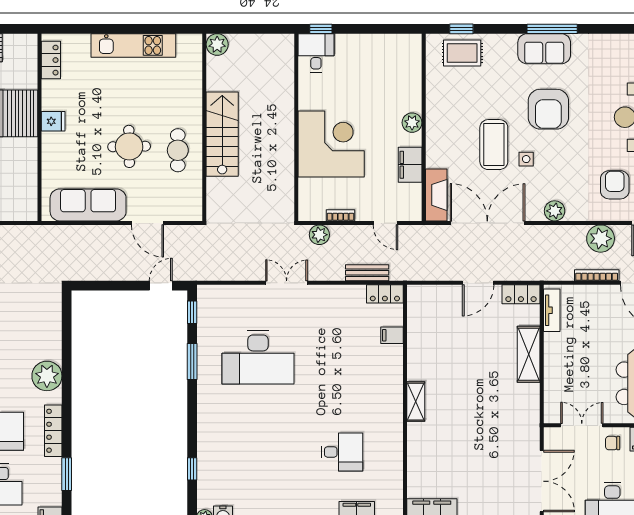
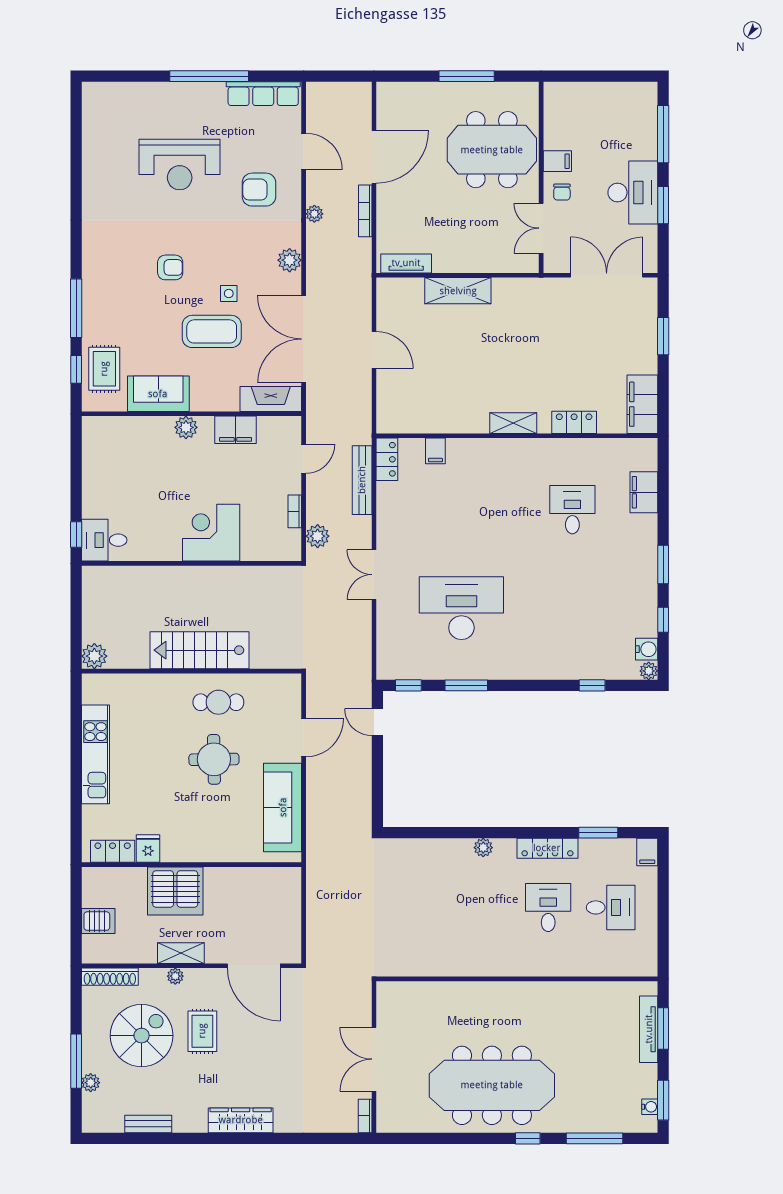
window: (552, 29) -> (76, 308), moved
sofa: (544, 49) -> (158, 394), moved, turned -90
armchair: (548, 109) -> (170, 267), width x0.53, depth x0.53
fridge: (53, 121) -> (148, 849), moved
corner desk: (331, 144) -> (211, 533), width x0.74, depth x0.74
plant: (601, 239) -> (314, 214), width x0.53, depth x0.53
bench: (367, 273) -> (362, 480), width x1.36
locker: (521, 294) -> (574, 422), moved, turned -90
desk: (258, 357) -> (461, 608), turned -90
plant: (47, 376) -> (483, 848), width x0.53, depth x0.53

